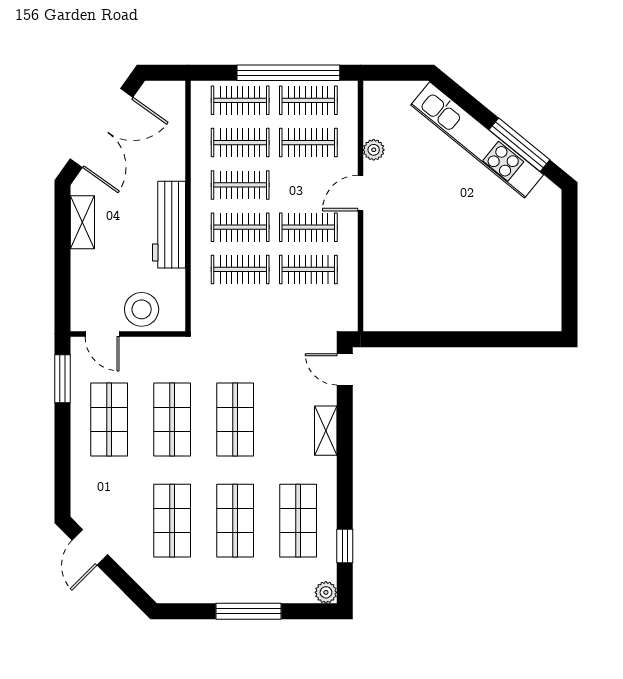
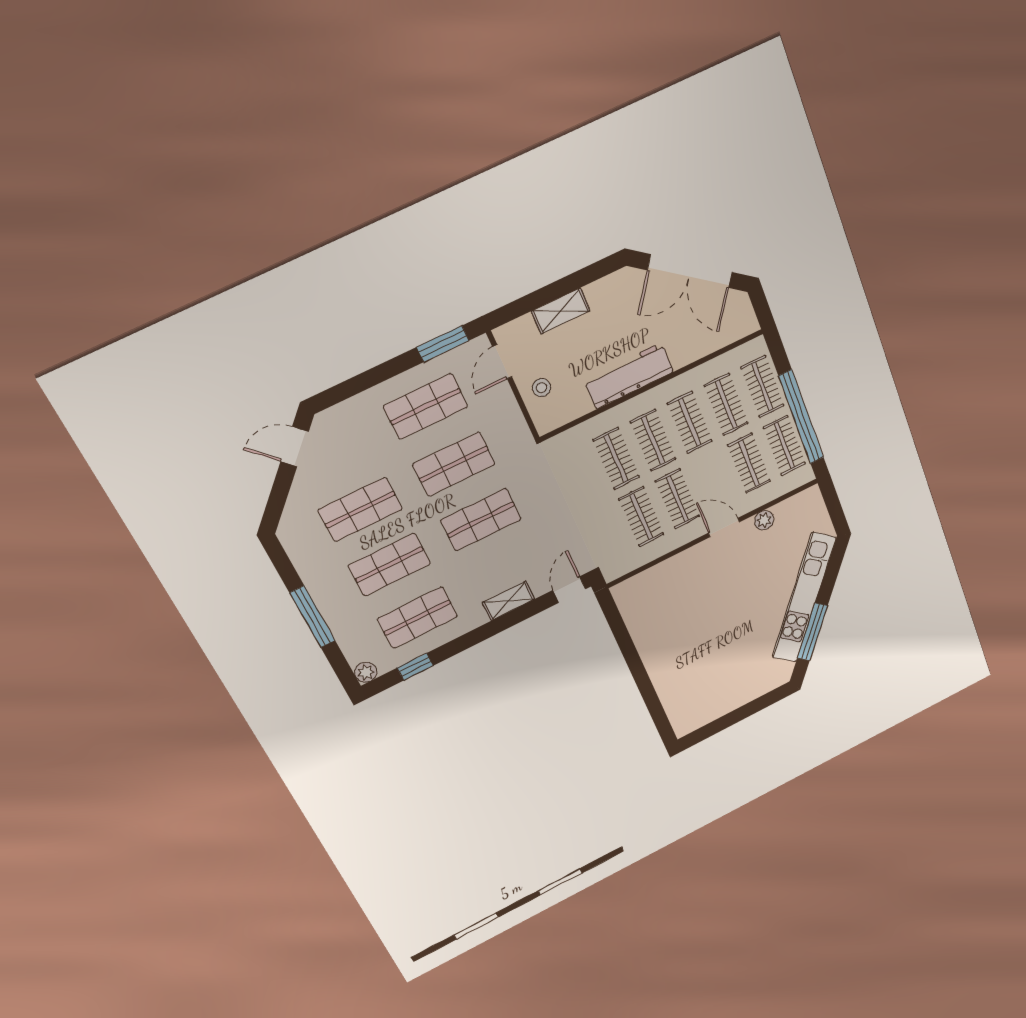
shelving: (82, 222) -> (561, 311), moved
stool: (142, 309) -> (542, 388), width x0.53, depth x0.53

